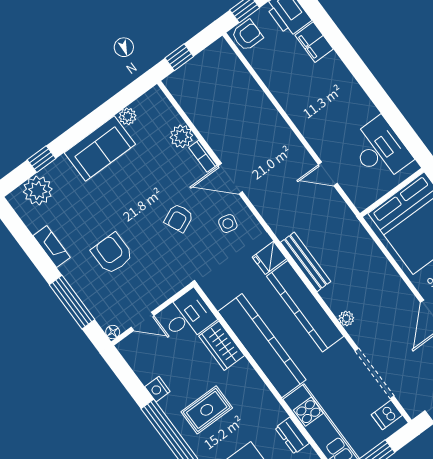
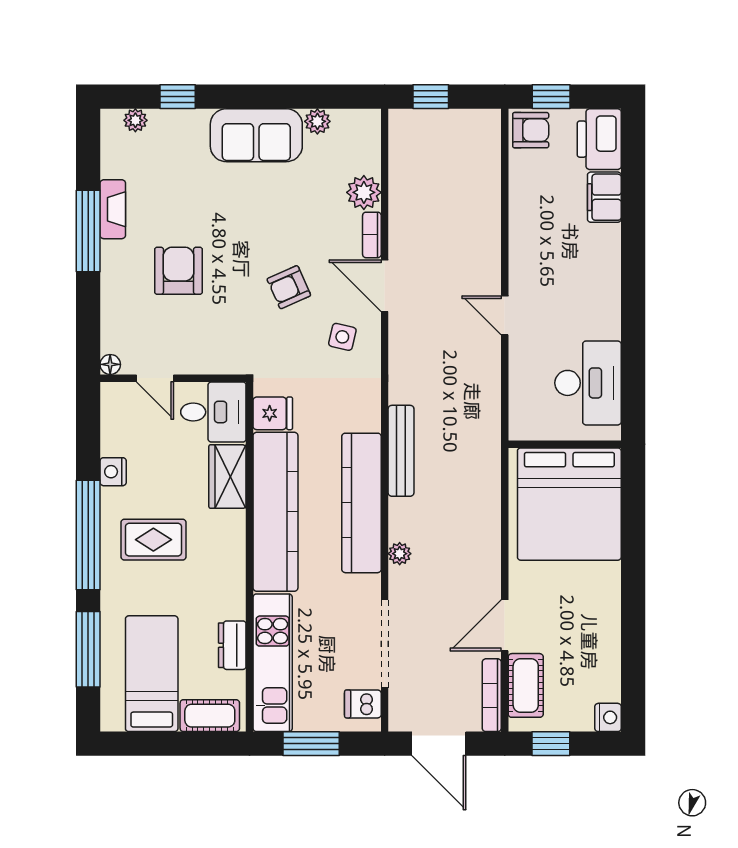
door: (328, 174) -> (505, 315), moved
plant: (38, 190) -> (135, 120), width x0.53, depth x0.53
fridge: (269, 258) -> (273, 413), moved, turned 180
window: (72, 302) -> (88, 231), moved

